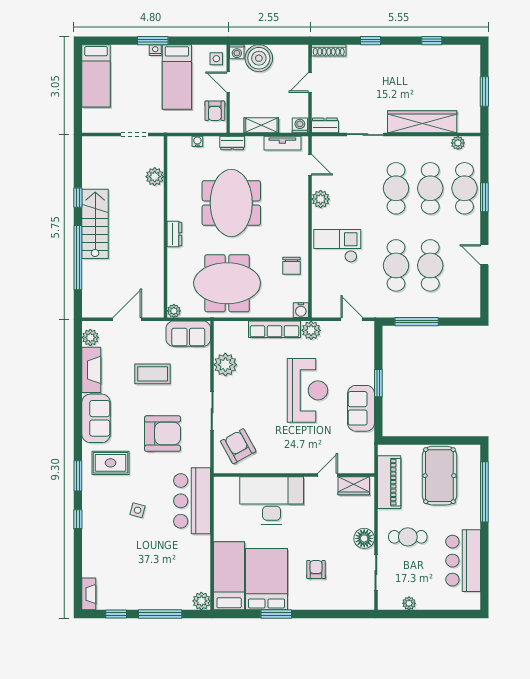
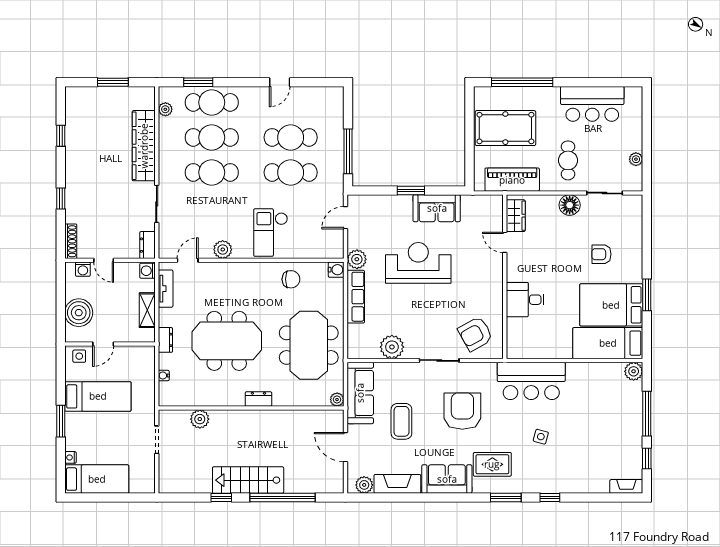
nightstand: (155, 50) -> (70, 457), moved
washing machine: (237, 52) -> (83, 269), moved, turned 90
armchair: (215, 111) -> (132, 358), removed
window: (484, 197) -> (198, 82), moved
sofa: (188, 334) -> (360, 393), width x1.36
rug: (111, 463) -> (492, 464), turned 90
desk: (272, 500) -> (525, 300), width x0.53, depth x0.77

